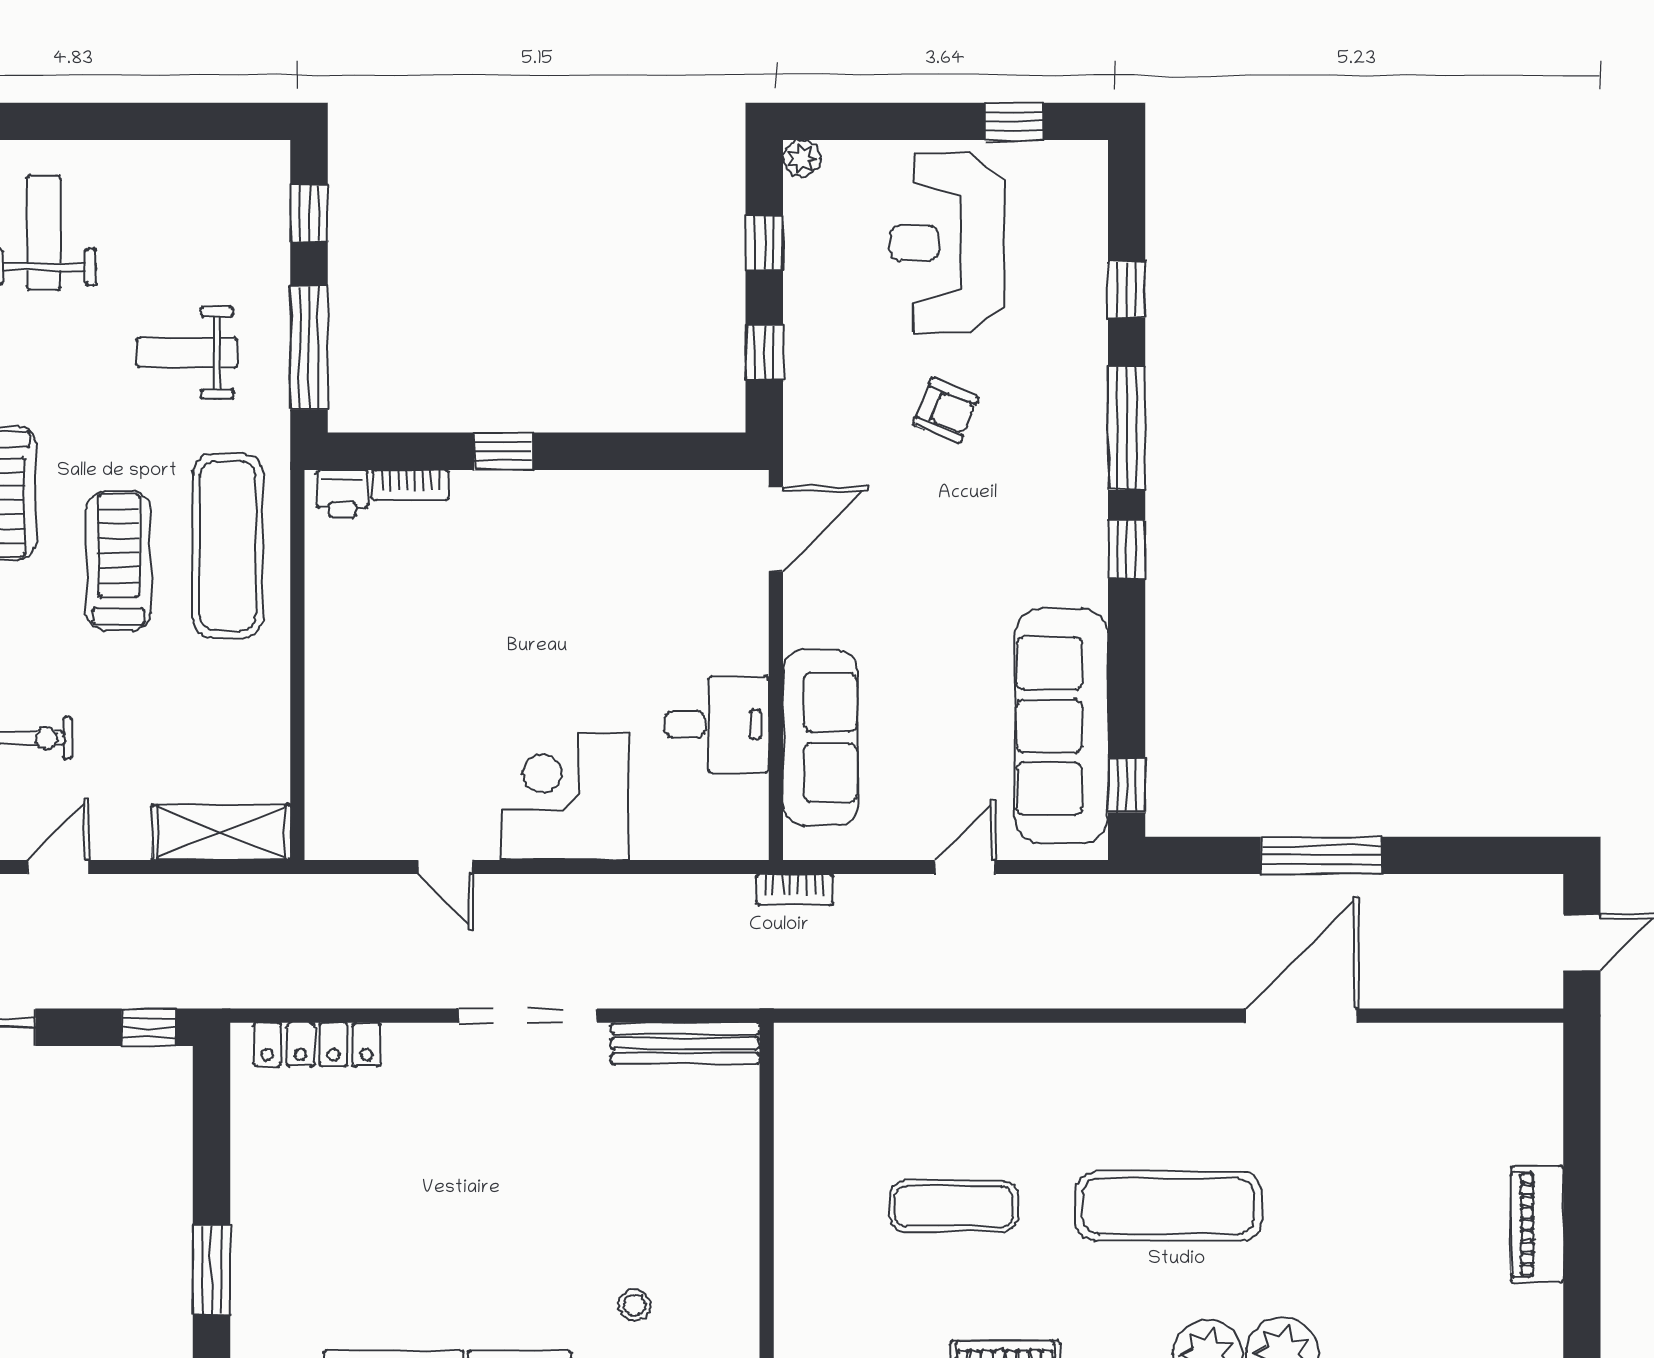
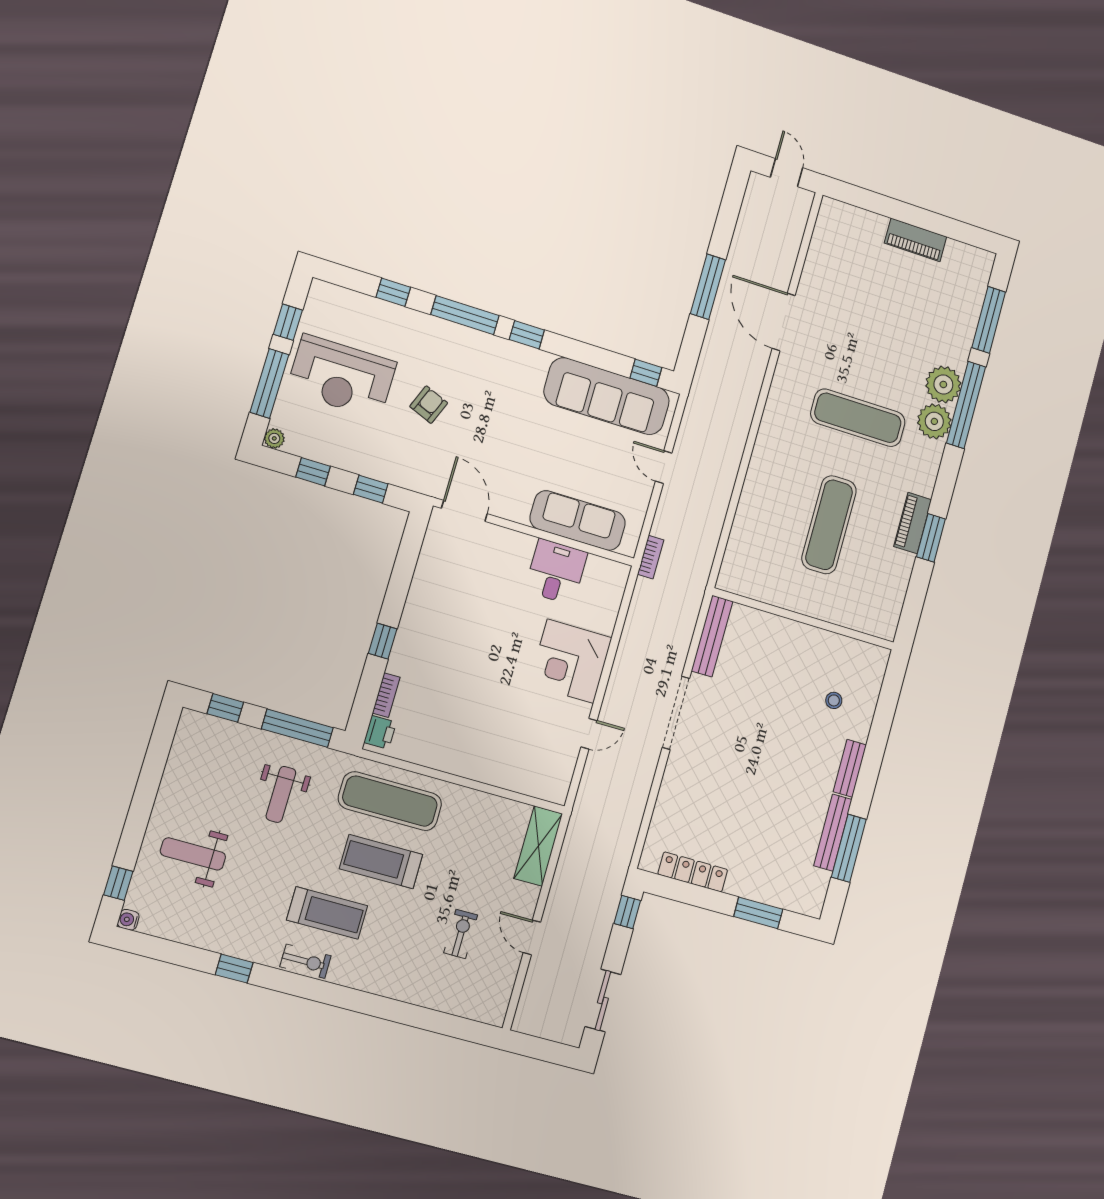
window: (896, 121) -> (269, 383), added
locker: (317, 1045) -> (693, 872), moved, turned -90
exercise mat: (954, 1206) -> (829, 525), width x1.36, depth x1.45
exercise mat: (1168, 1206) -> (858, 418), turned 90

